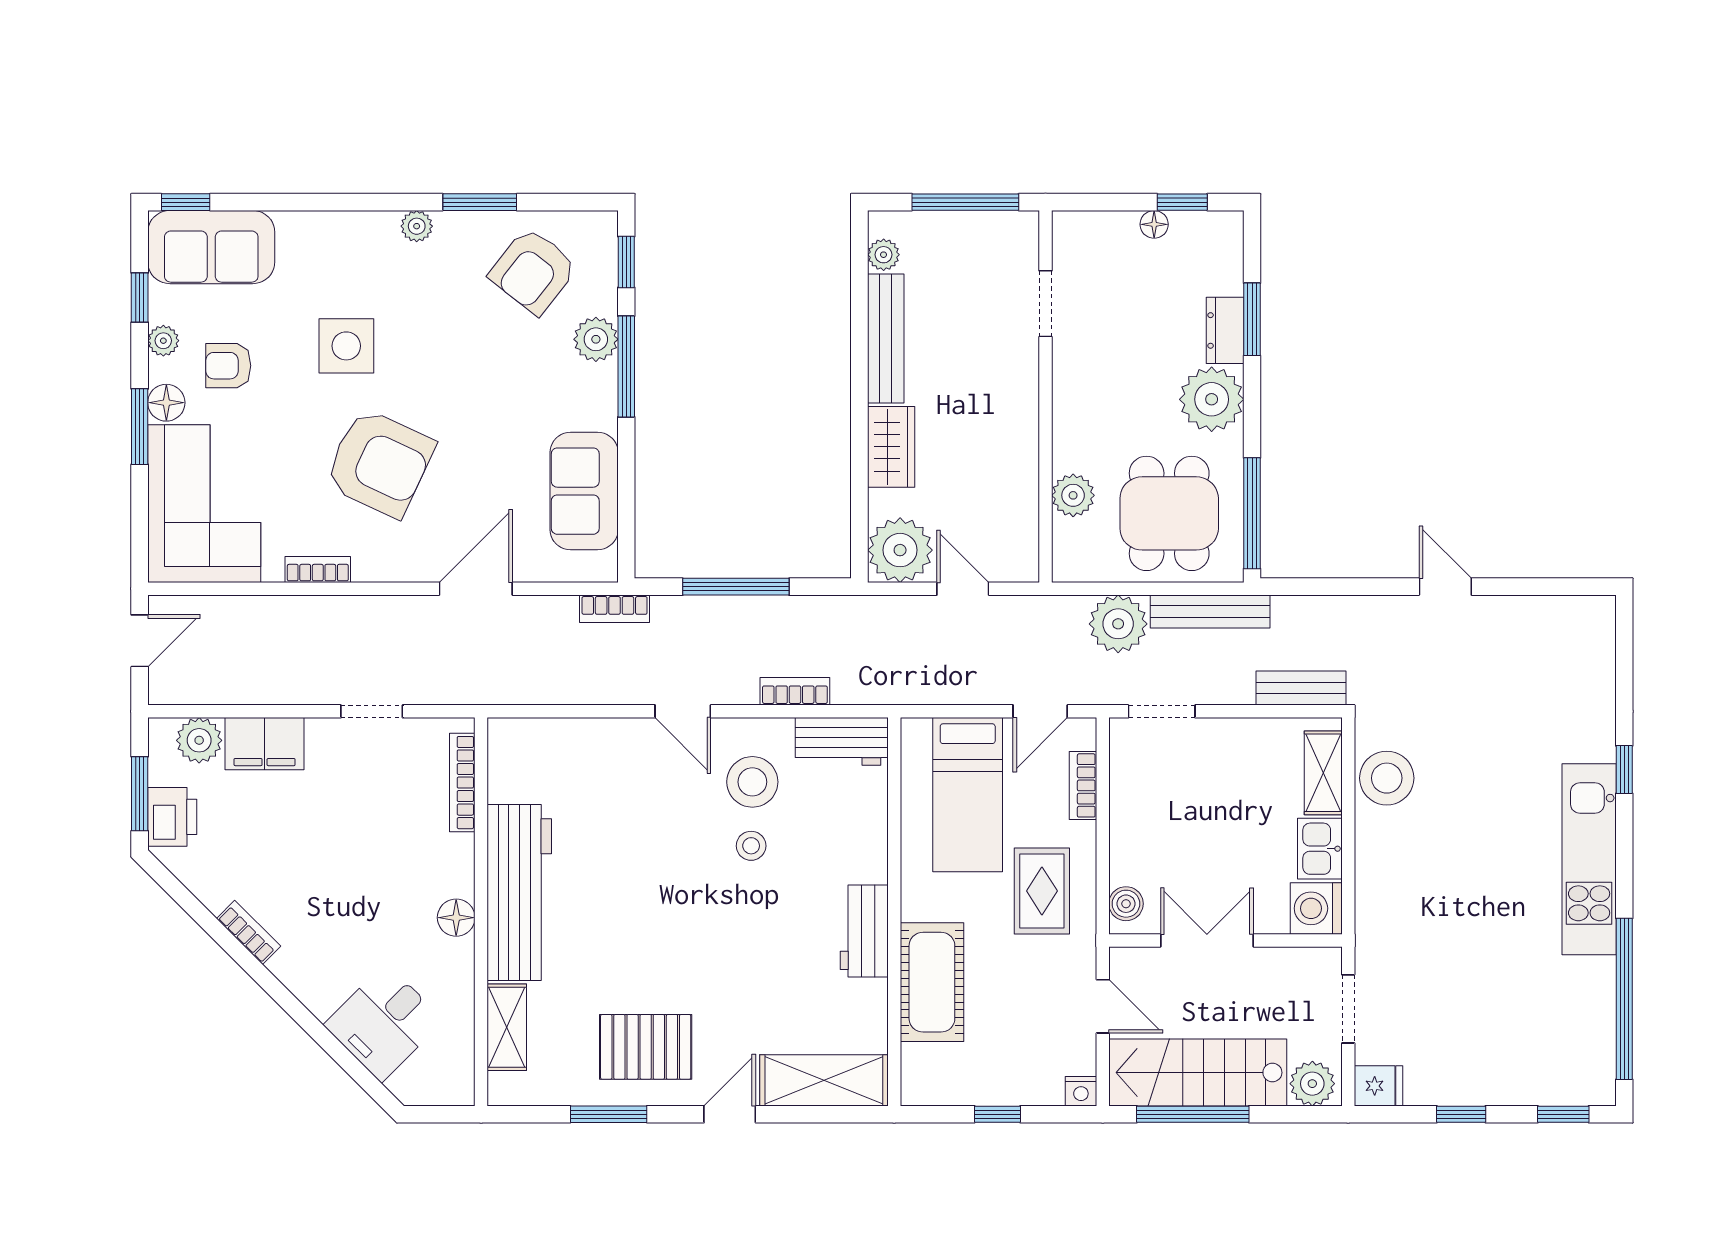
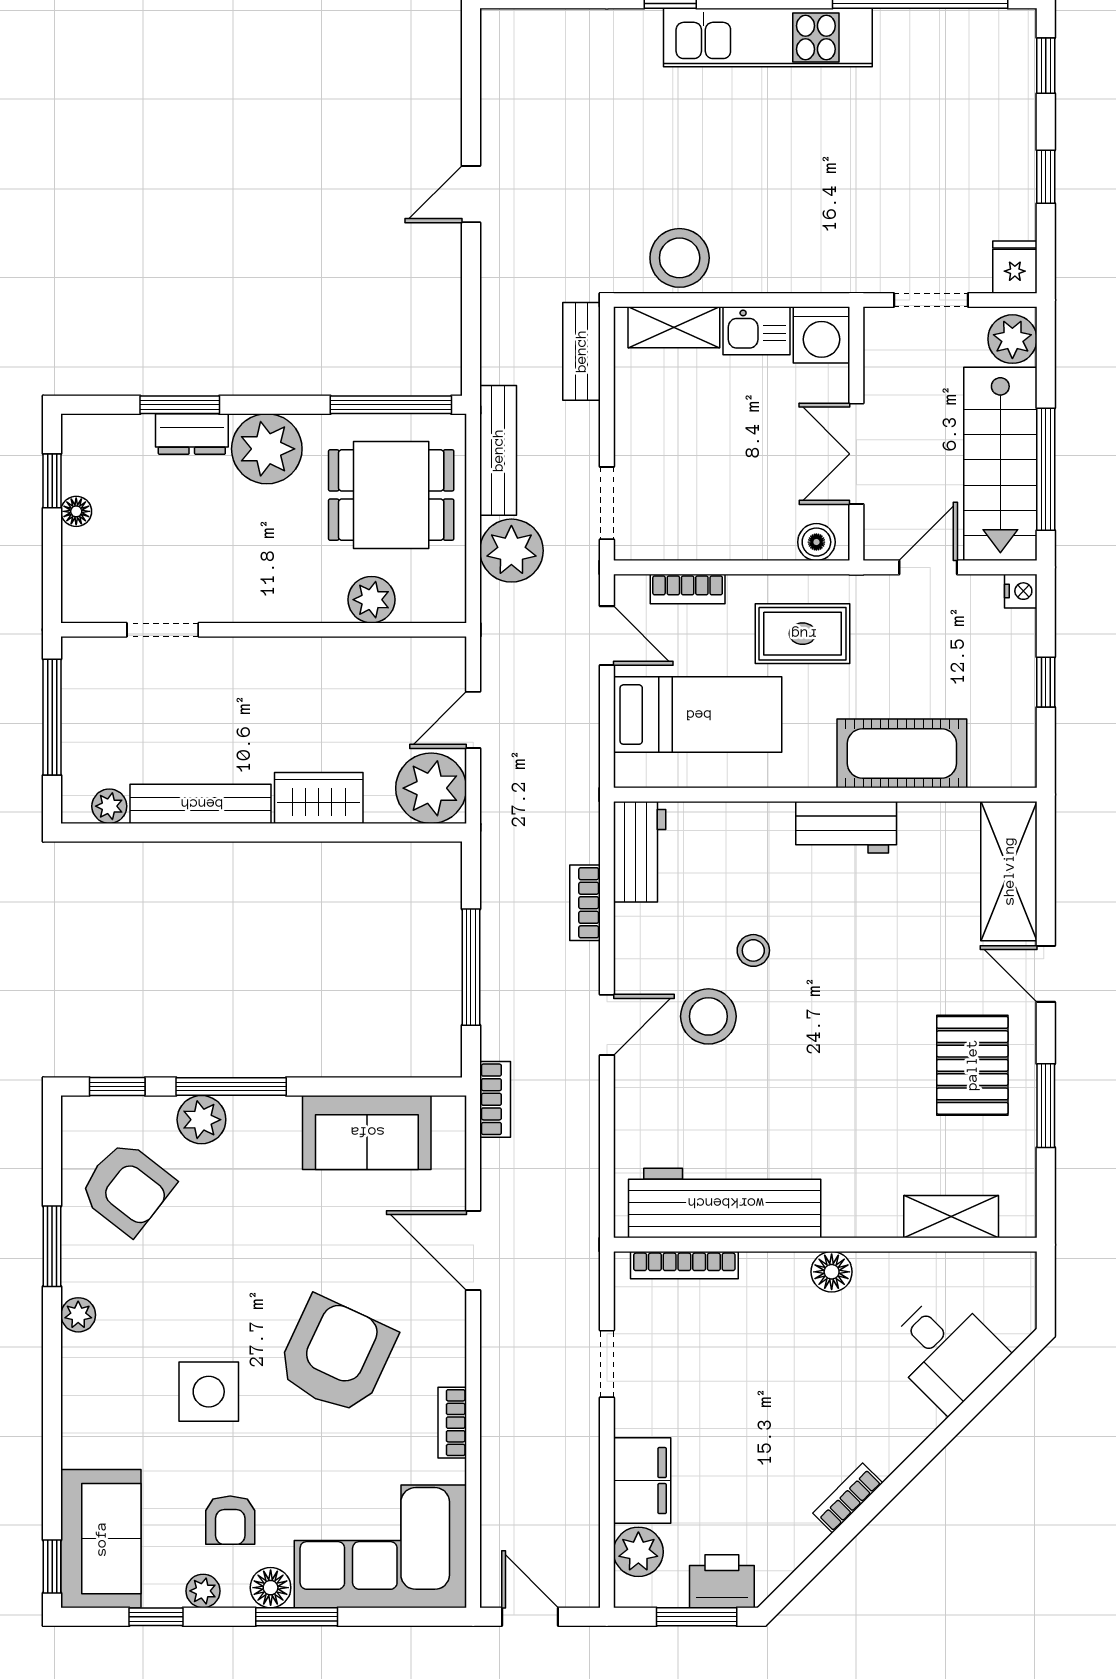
stool: (752, 782) -> (708, 1016), moved
workbench: (519, 893) -> (725, 1203), moved

